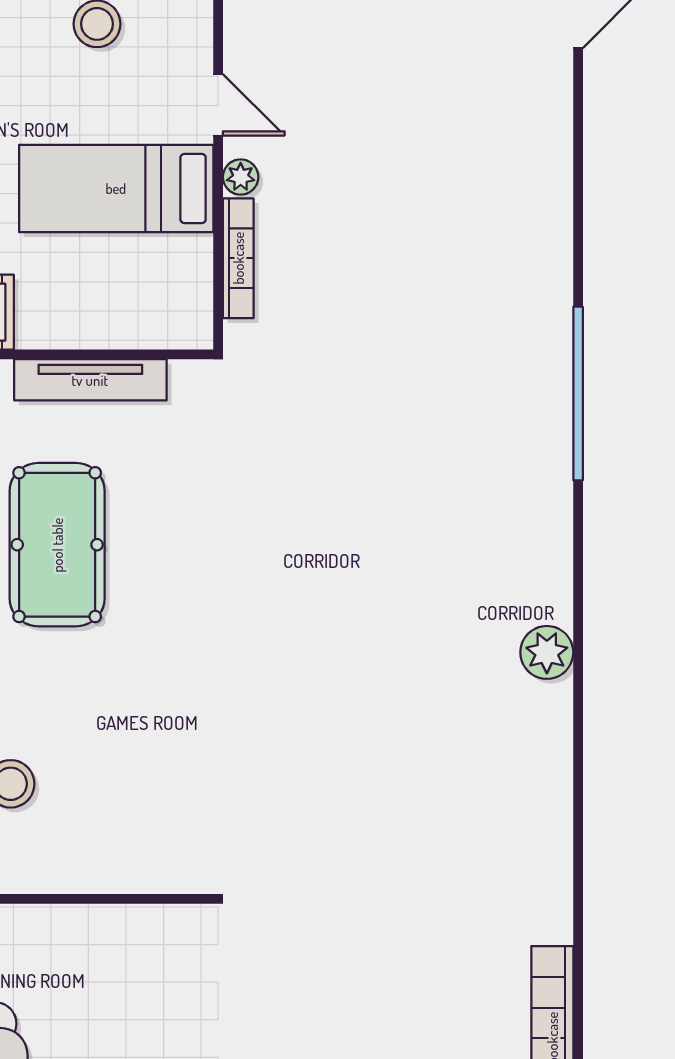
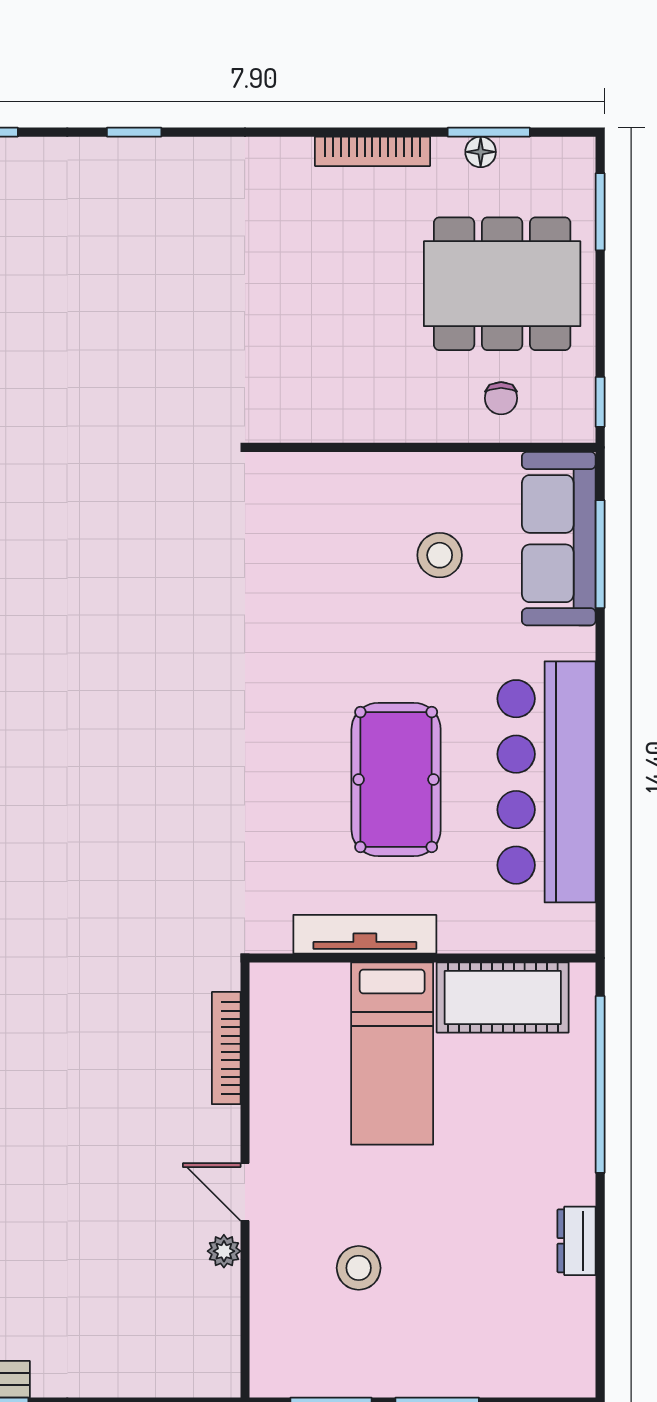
plant: (241, 177) -> (224, 1251), moved
bed: (116, 188) -> (392, 1054), moved, turned 90

